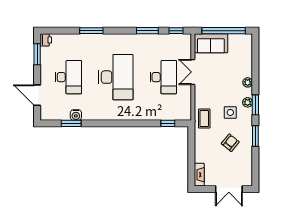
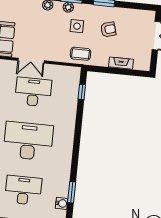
water cooler: (76, 115) -> (62, 203), moved
armchair: (230, 143) -> (108, 29), turned 125
fireplace: (199, 175) -> (121, 63), moved

